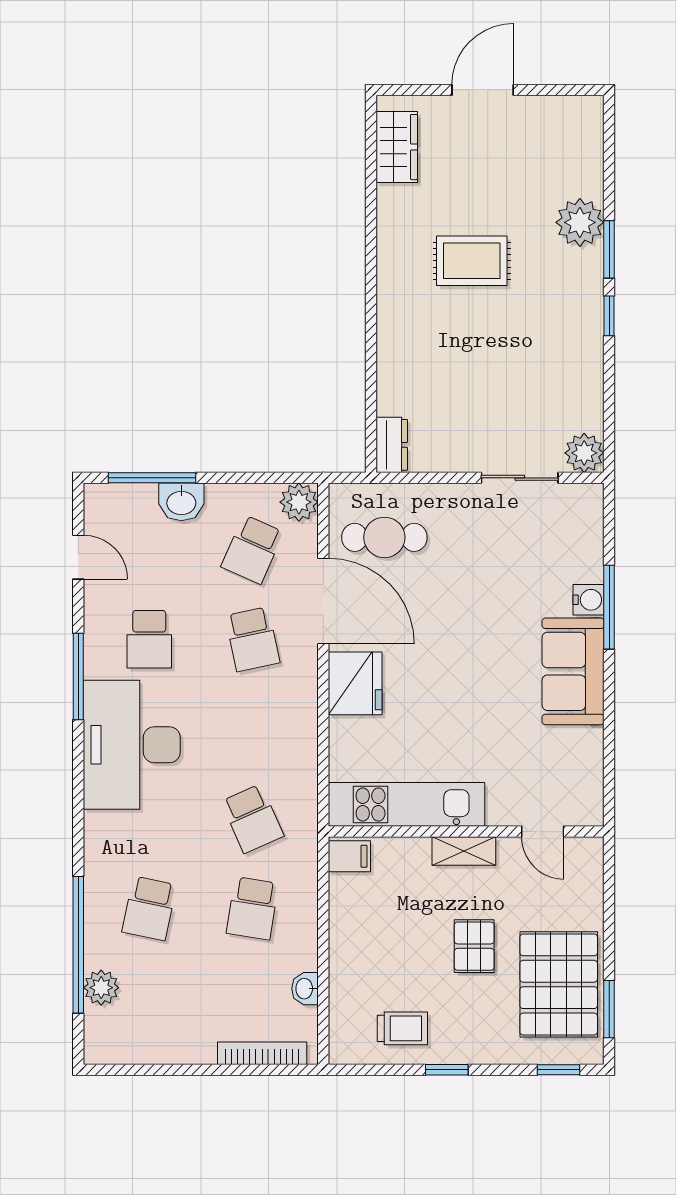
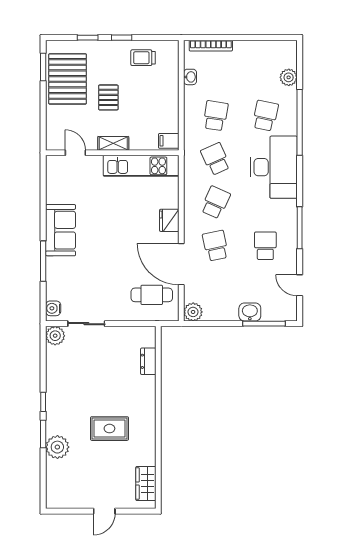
door: (483, 90) -> (104, 511), width x0.73
dresser: (392, 445) -> (148, 361), moved
school desk: (252, 549) -> (216, 202), moved
water cooler: (589, 600) -> (53, 308), moved
fridge: (355, 683) -> (169, 220), width x0.73, depth x0.75
desk: (132, 745) -> (274, 167), moved
window: (78, 945) -> (300, 122), moved
window: (558, 1070) -> (88, 38), moved

